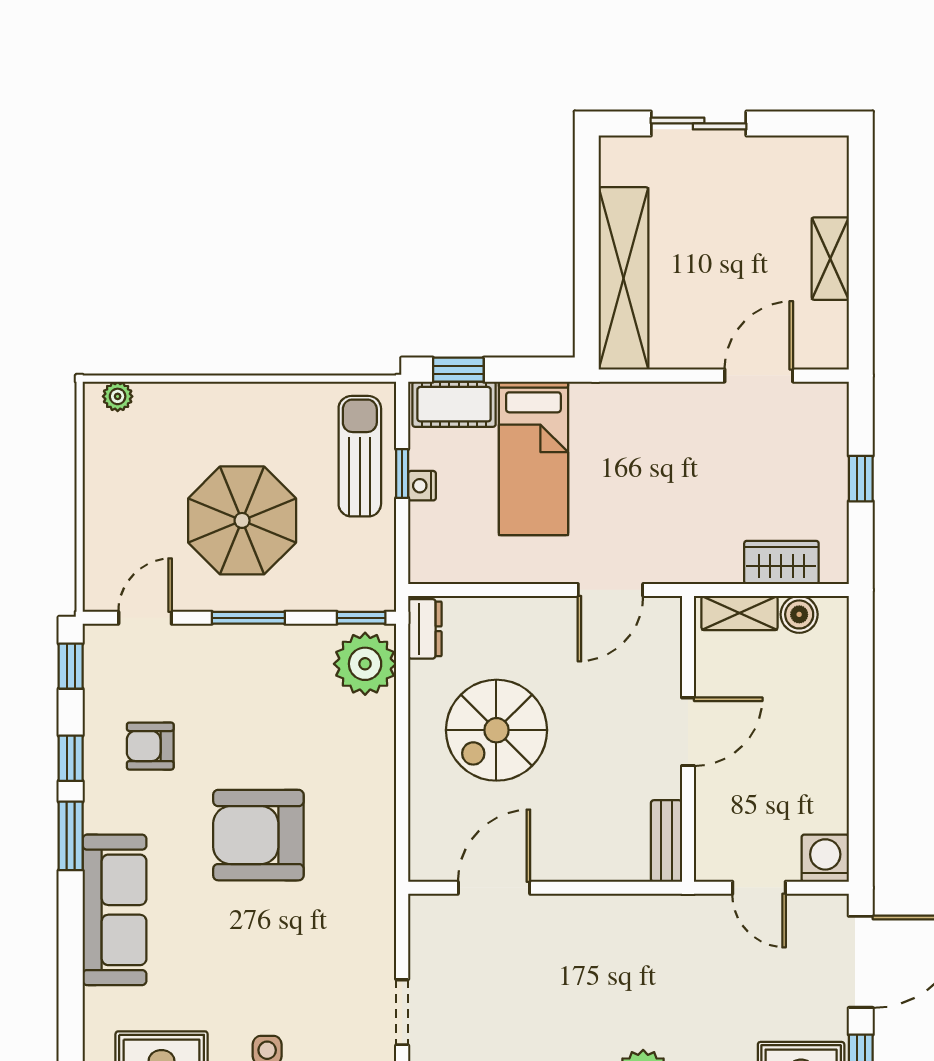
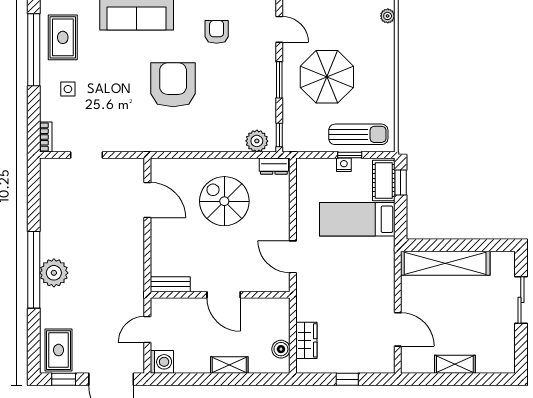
shelving: (739, 613) -> (229, 365), moved, turned 90
plant: (365, 664) -> (257, 141), width x0.73, depth x0.73

